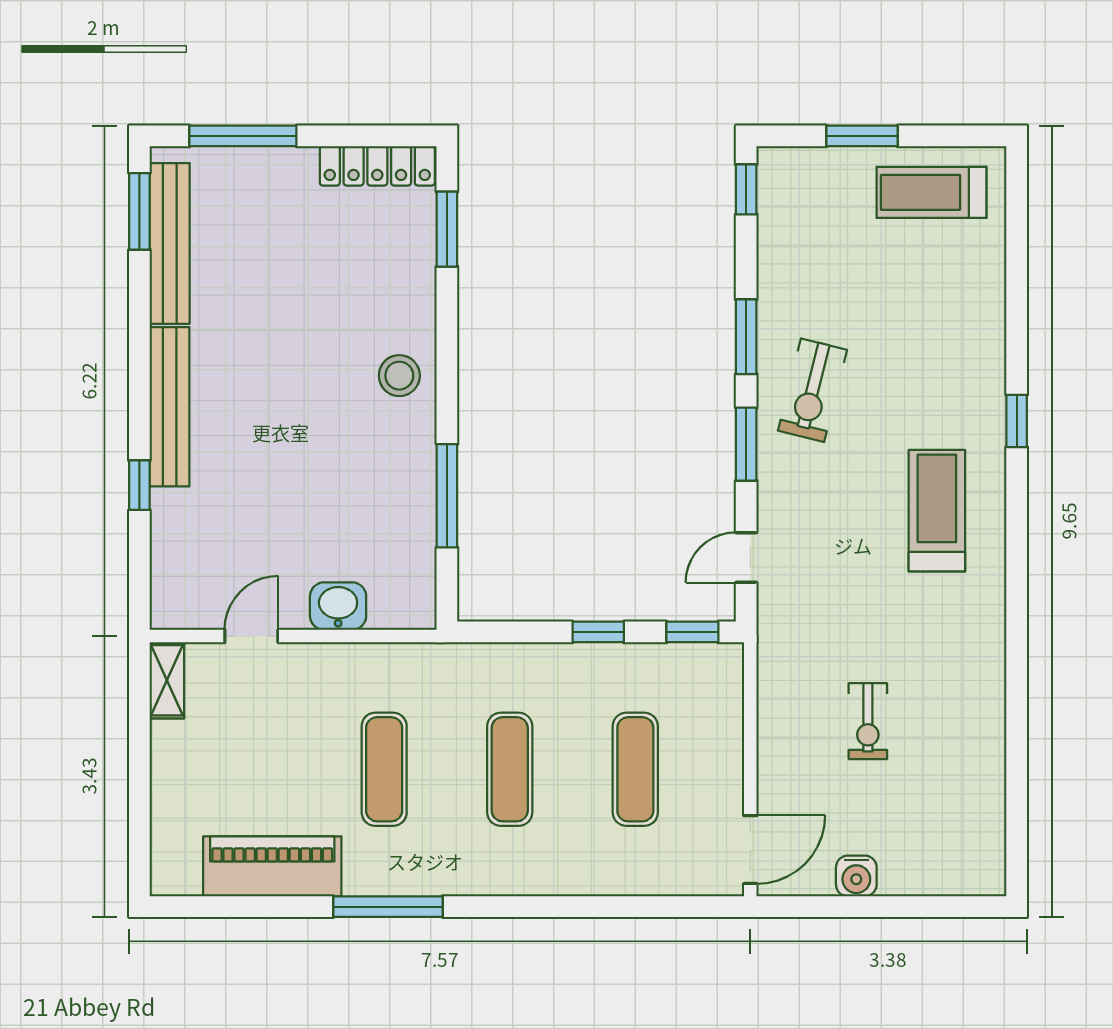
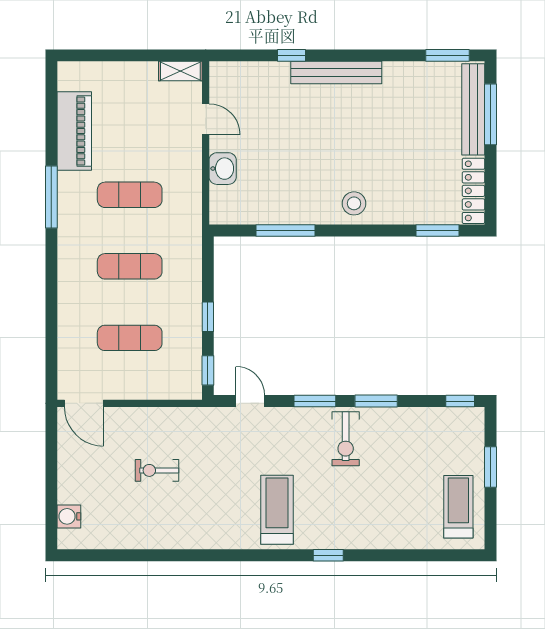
bench: (170, 243) -> (473, 109), moved, turned 90
exercise bike: (812, 390) -> (346, 439), turned -104
treadmill: (937, 511) -> (277, 510), turned -90
water cooler: (856, 876) -> (69, 516), moved

